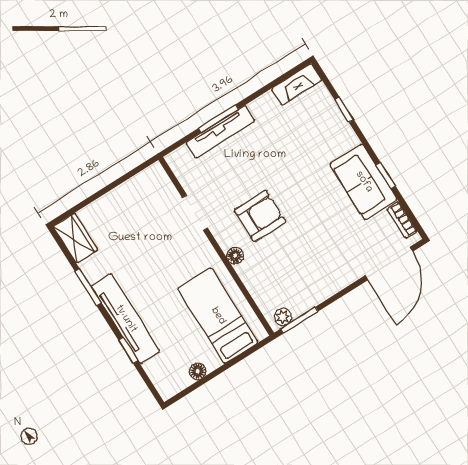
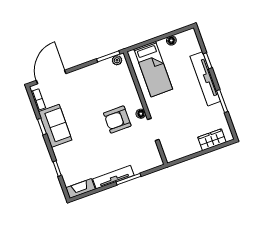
tv unit: (220, 132) -> (113, 177), moved
wardrobe: (76, 238) -> (212, 140), moved, turned 90
floor lamp: (235, 256) -> (141, 114), moved

